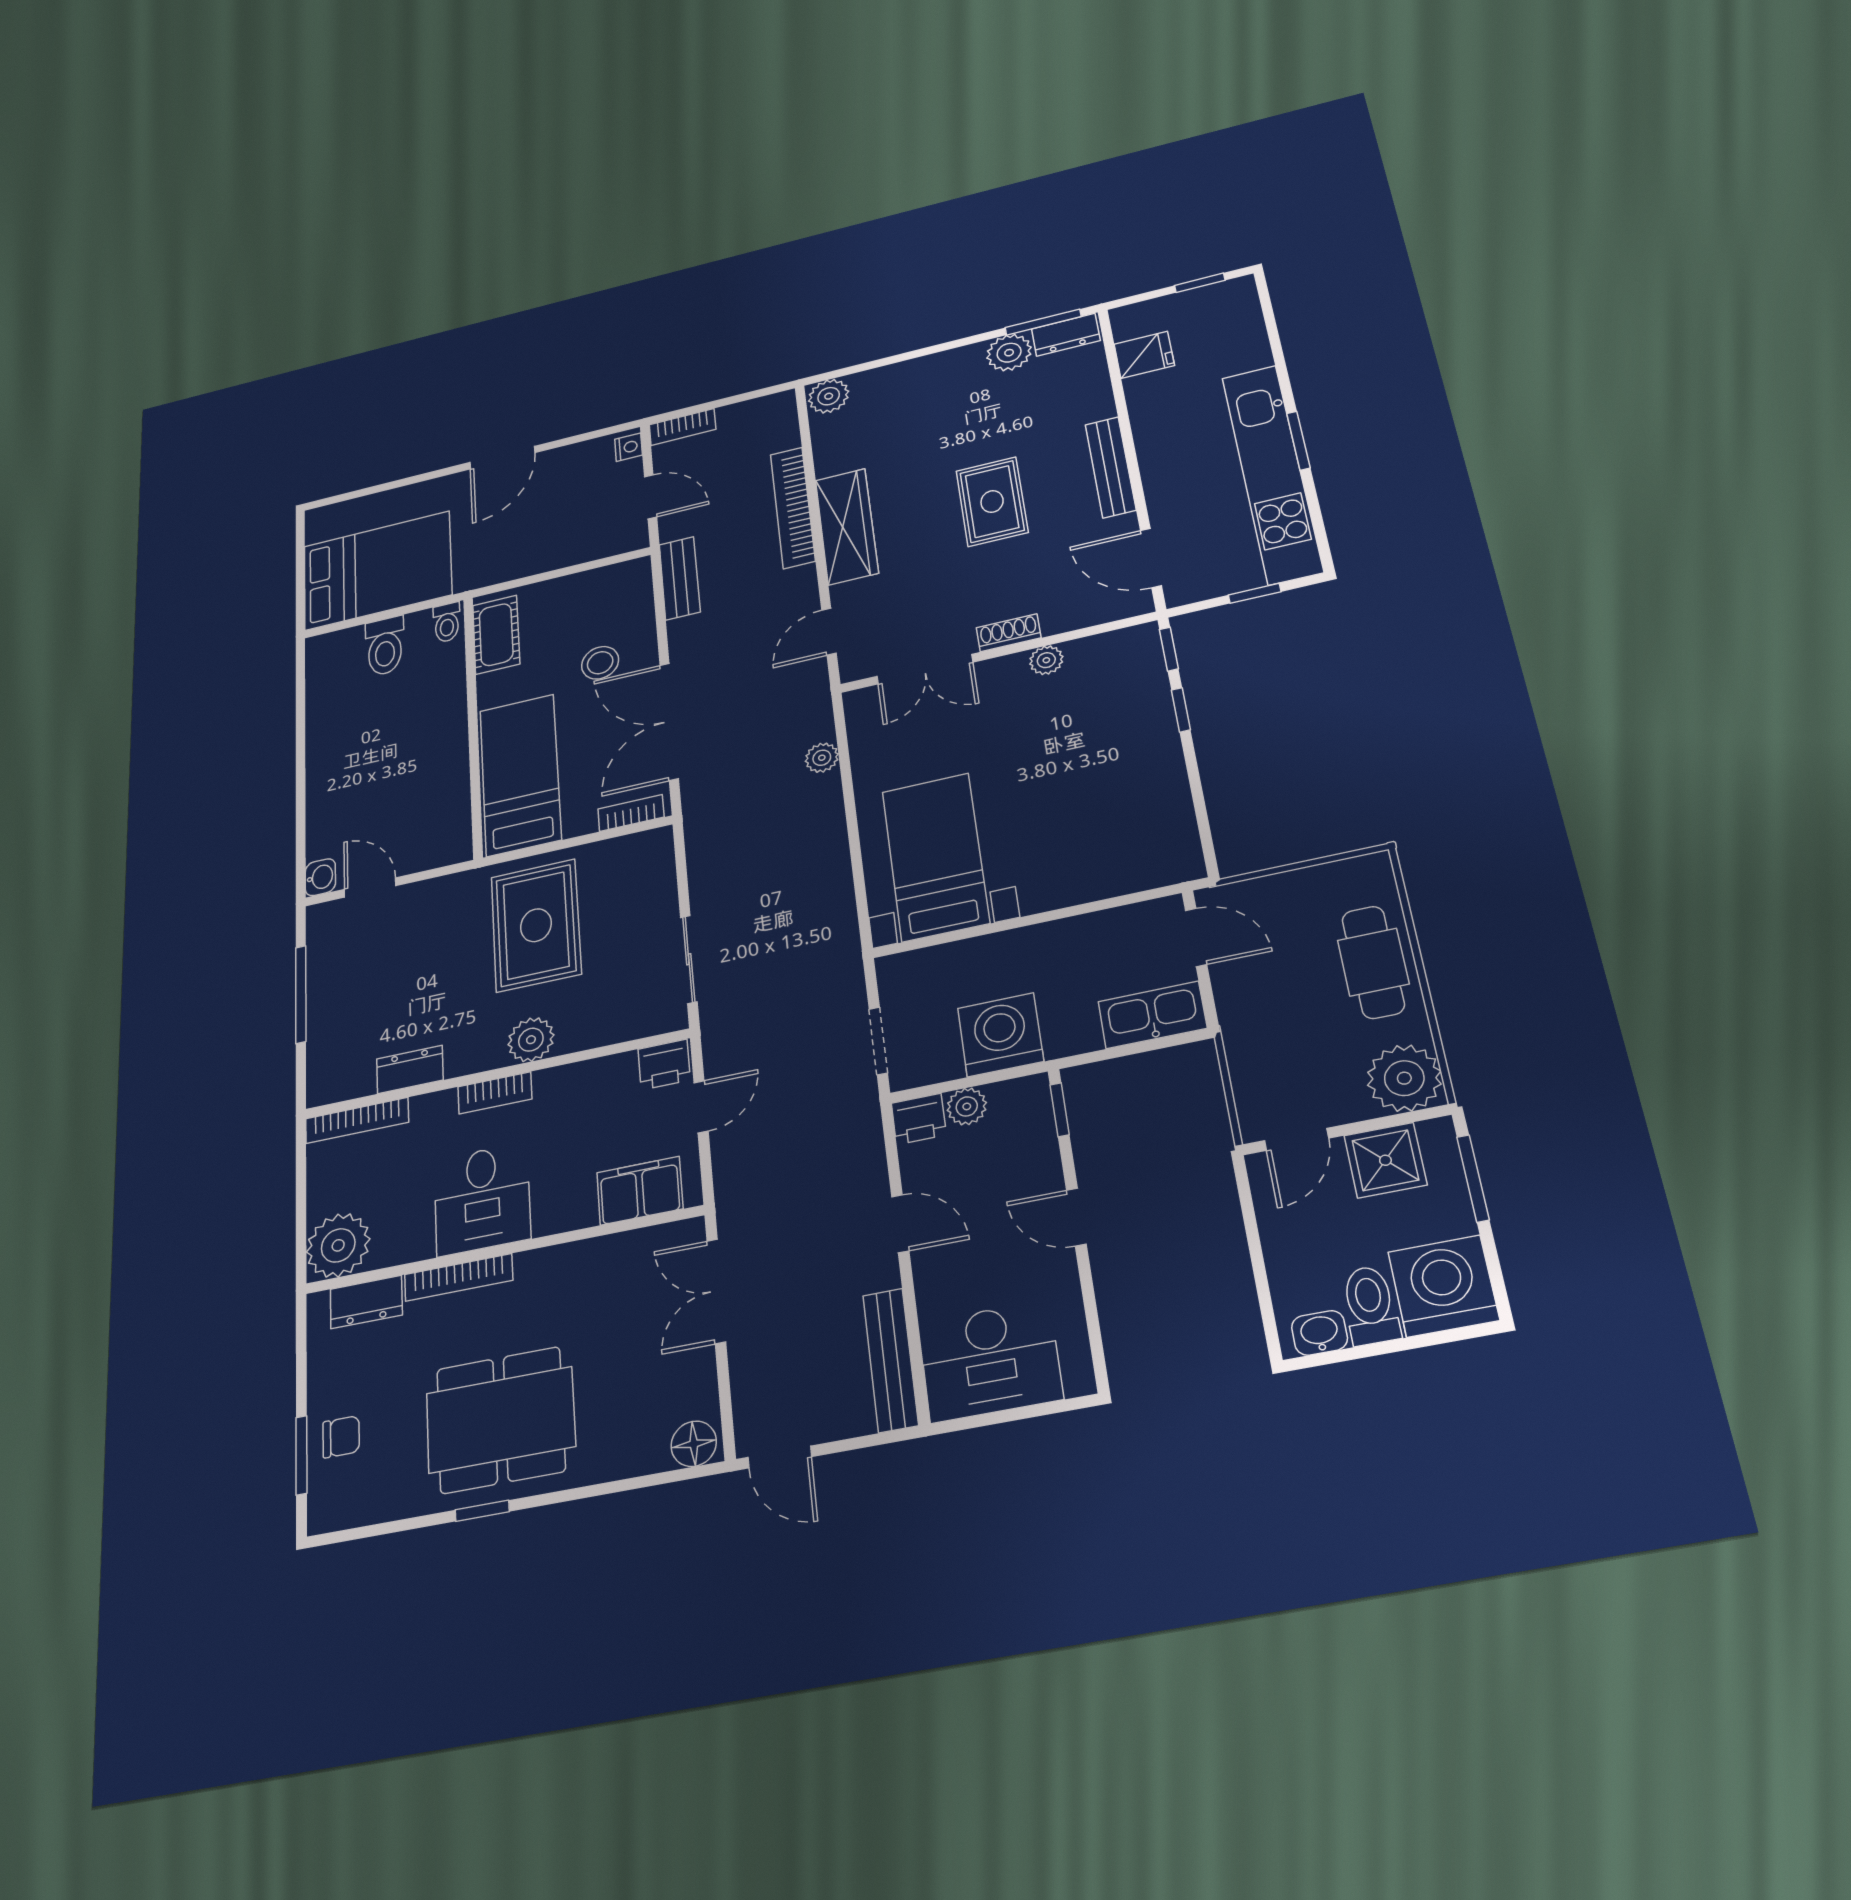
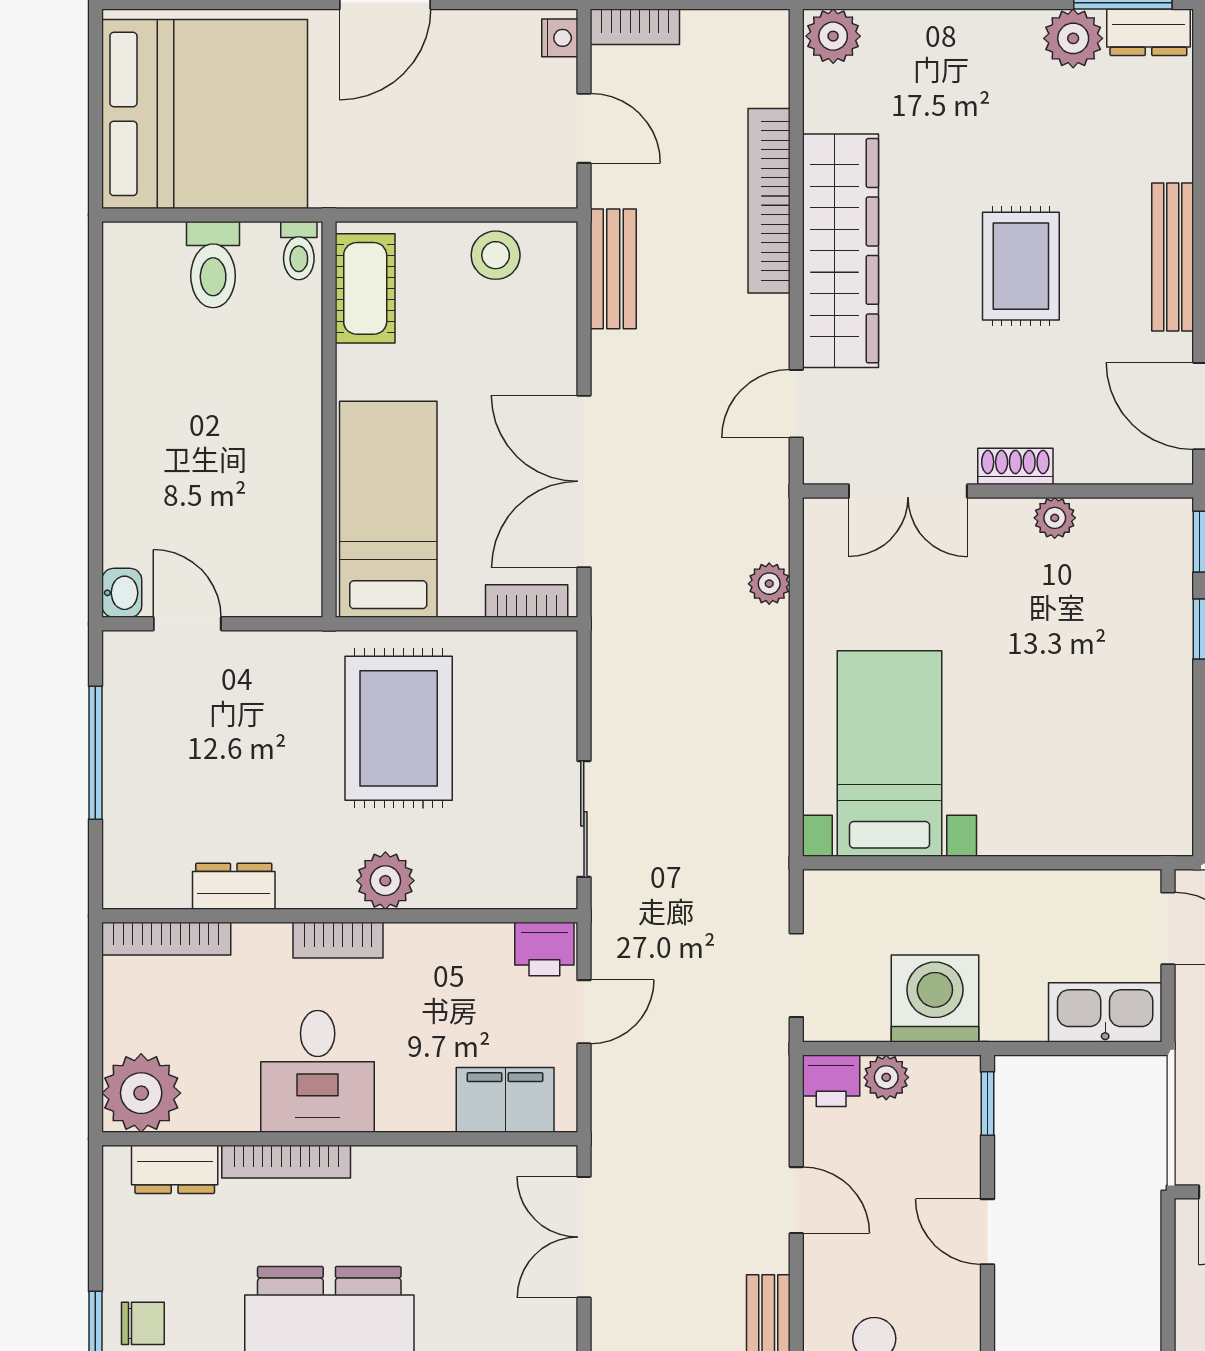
wardrobe: (847, 526) -> (841, 251), width x1.40, depth x1.17
bed: (377, 570) -> (205, 114), width x1.36
stool: (600, 663) -> (496, 255), moved

